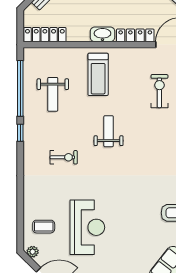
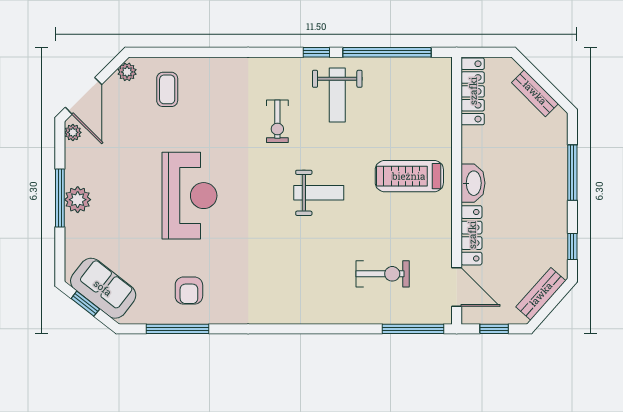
weight bench: (53, 94) -> (337, 95), moved, turned -90
reception desk: (87, 227) -> (189, 196), moved, turned -90

